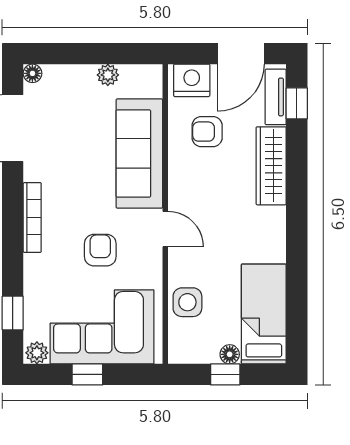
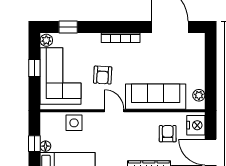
floor lamp: (32, 73) -> (200, 38), removed
plant: (108, 75) -> (199, 95), moved
door: (165, 229) -> (114, 111), swing flipped
armchair: (100, 250) -> (103, 75), turned 93

